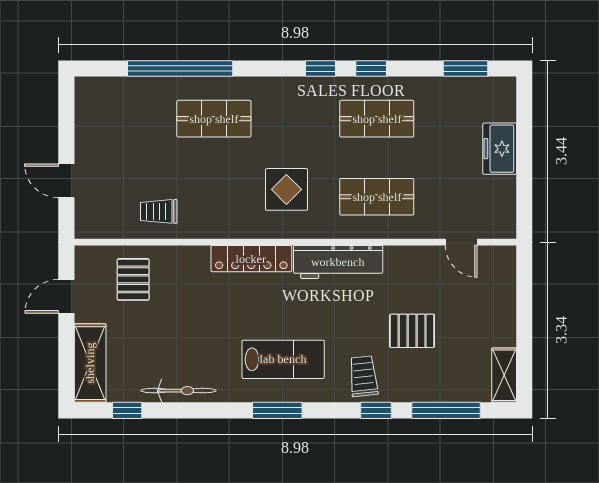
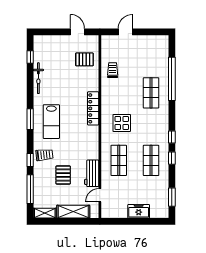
workbench: (338, 262) -> (92, 173), moved, width x0.73
shelving: (90, 363) -> (73, 212), moved

